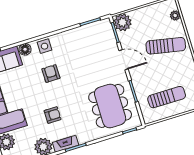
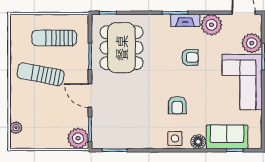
sun lounger: (166, 46) -> (41, 74), moved
armchair: (53, 115) -> (190, 57), turned 180

